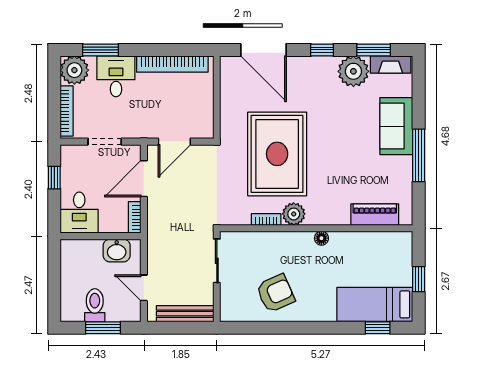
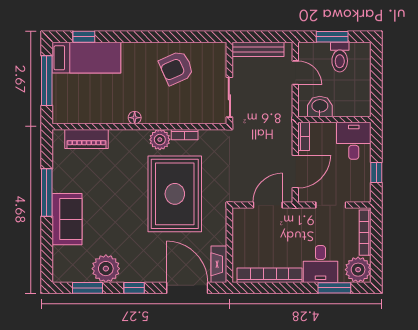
fireplace: (391, 65) -> (219, 264), moved, turned -90
window: (419, 279) -> (47, 81), width x2.17

